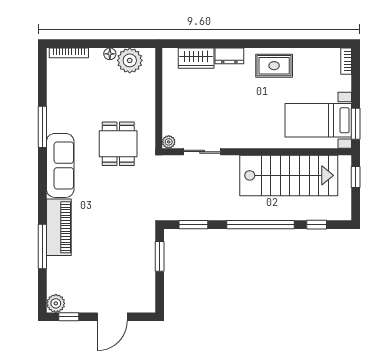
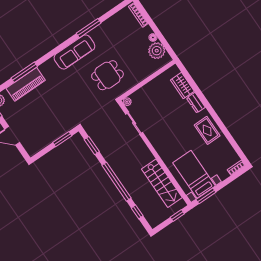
stairs: (289, 175) -> (162, 183), width x0.73, depth x0.66
piano: (59, 227) -> (26, 84), moved

